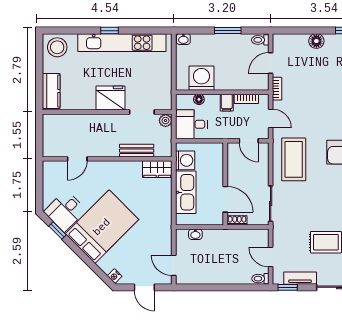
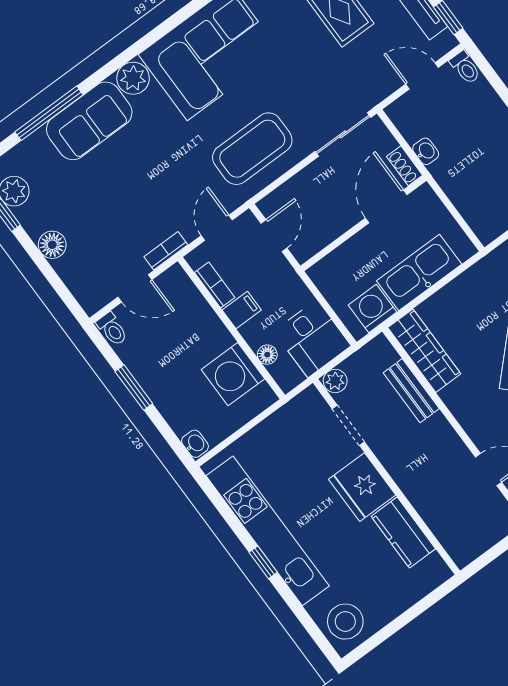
kitchen counter: (51, 91) -> (403, 532), moved, turned -90
wardrobe: (157, 169) -> (424, 351), width x1.50
washbasin: (195, 234) -> (426, 151), moved
door: (271, 257) -> (422, 76), swing flipped

